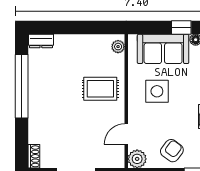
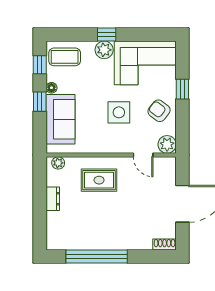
dresser: (41, 41) -> (53, 199), moved
rug: (100, 89) -> (99, 180), turned 90
side table: (157, 91) -> (119, 112), moved

